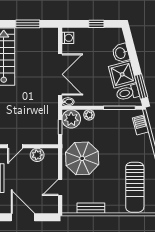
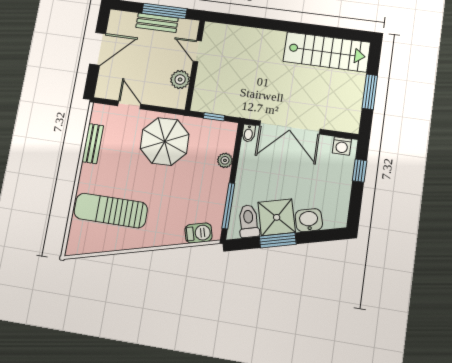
window: (96, 24) -> (360, 171), moved
window: (141, 86) -> (278, 240), moved
plant: (71, 119) -> (223, 134), removed

